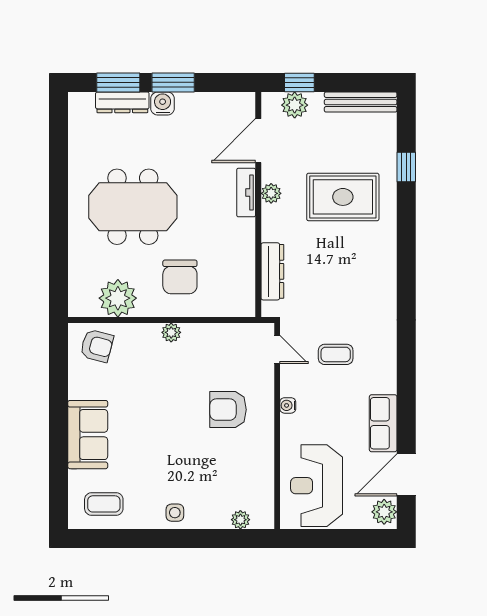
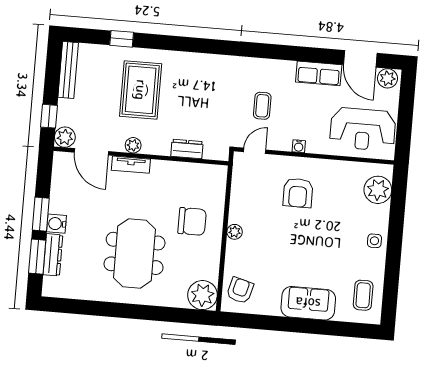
plant: (295, 105) -> (65, 137), moved
dresser: (272, 271) -> (187, 149), width x0.70
plant: (118, 298) -> (202, 295), moved
plant: (240, 520) -> (378, 190), width x1.88, depth x1.88

